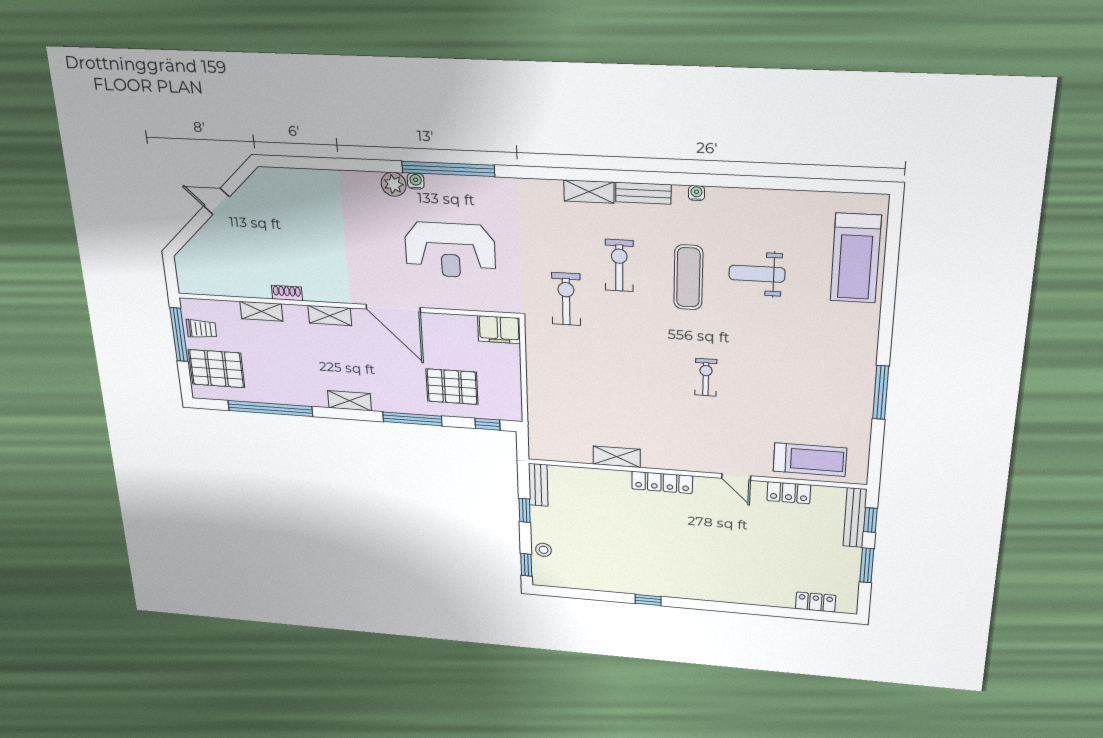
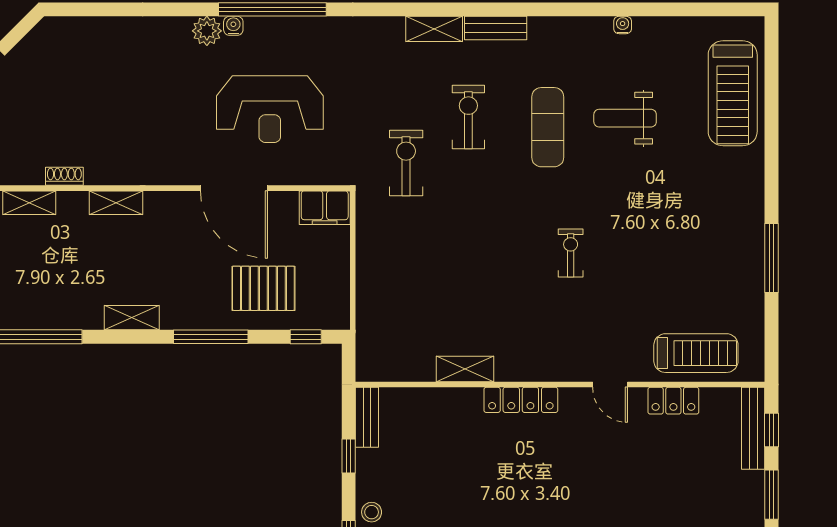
water cooler: (696, 193) -> (623, 25), moved
door: (393, 308) -> (234, 188), moved

